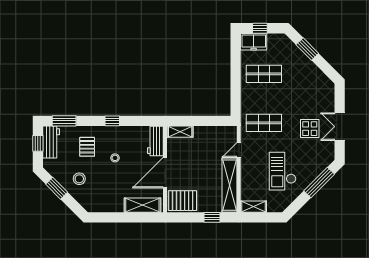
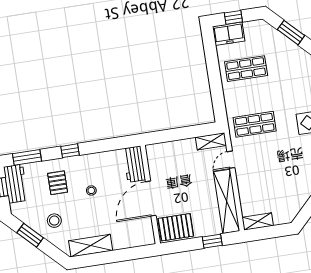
window: (112, 121) -> (70, 151), moved
shelving: (180, 132) -> (211, 141), moved
checkout: (283, 171) -> (284, 176), removed
shelving: (142, 205) -> (91, 246), moved

